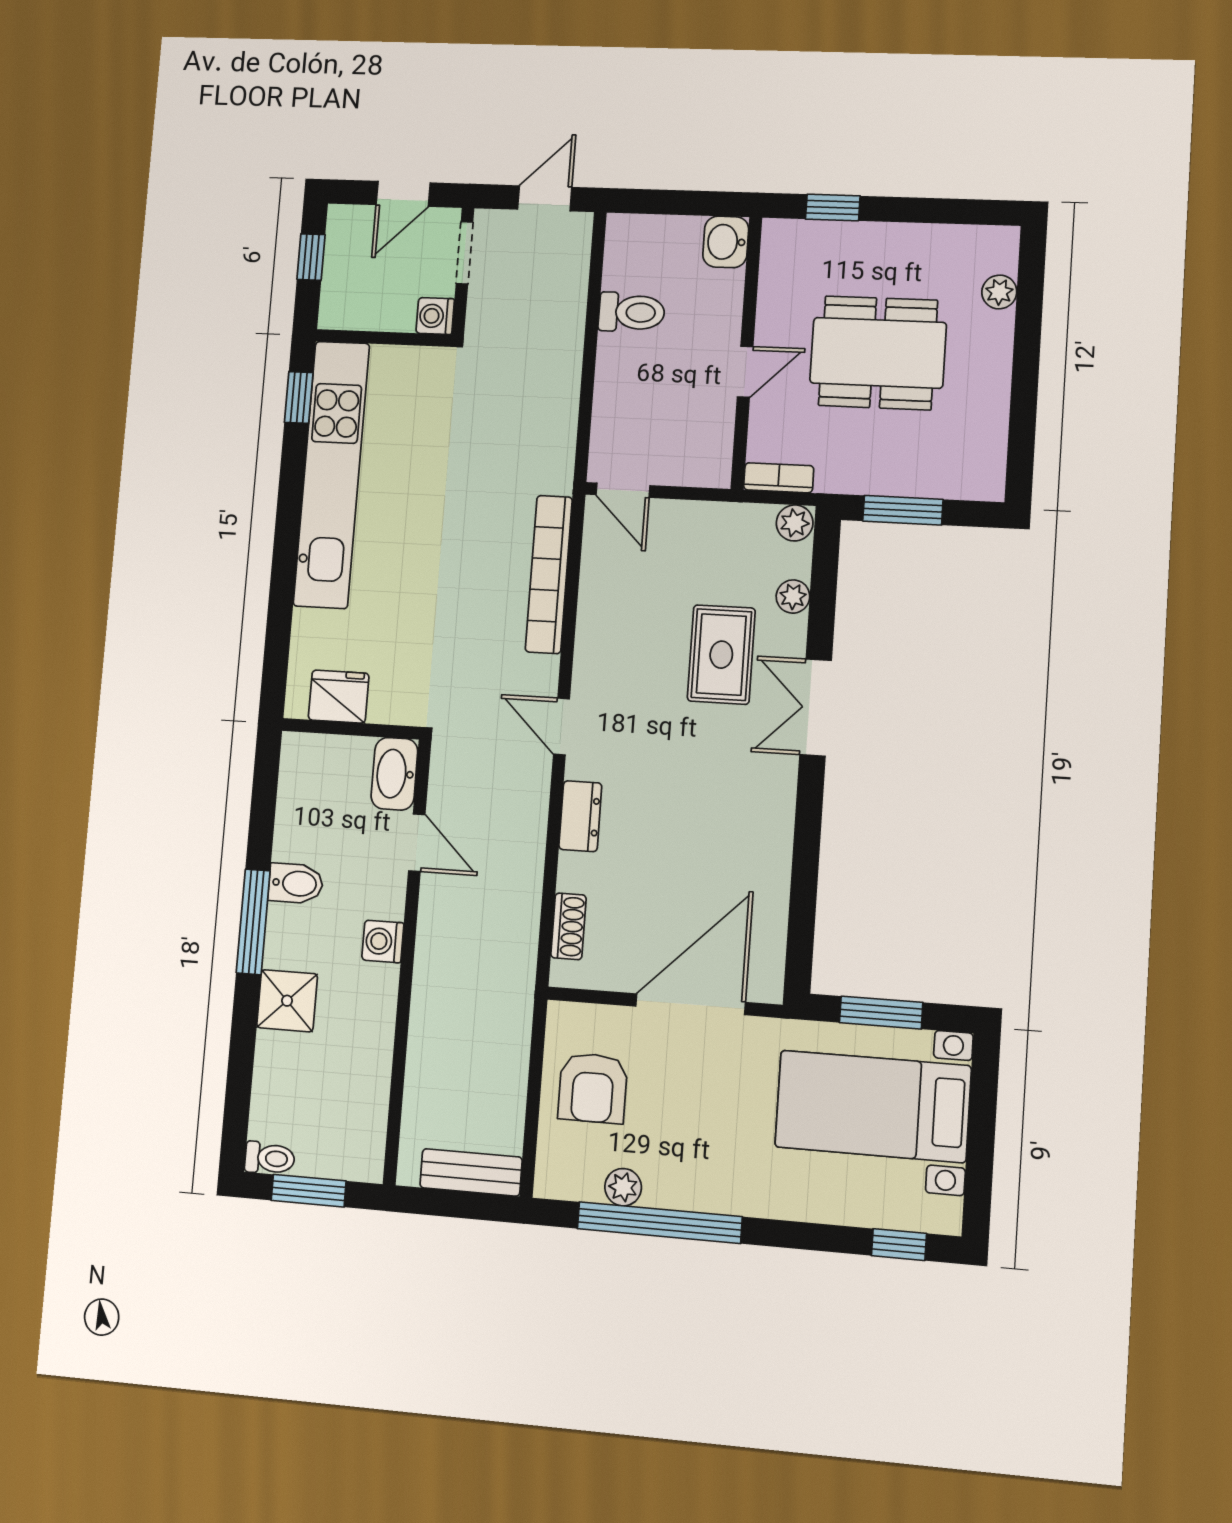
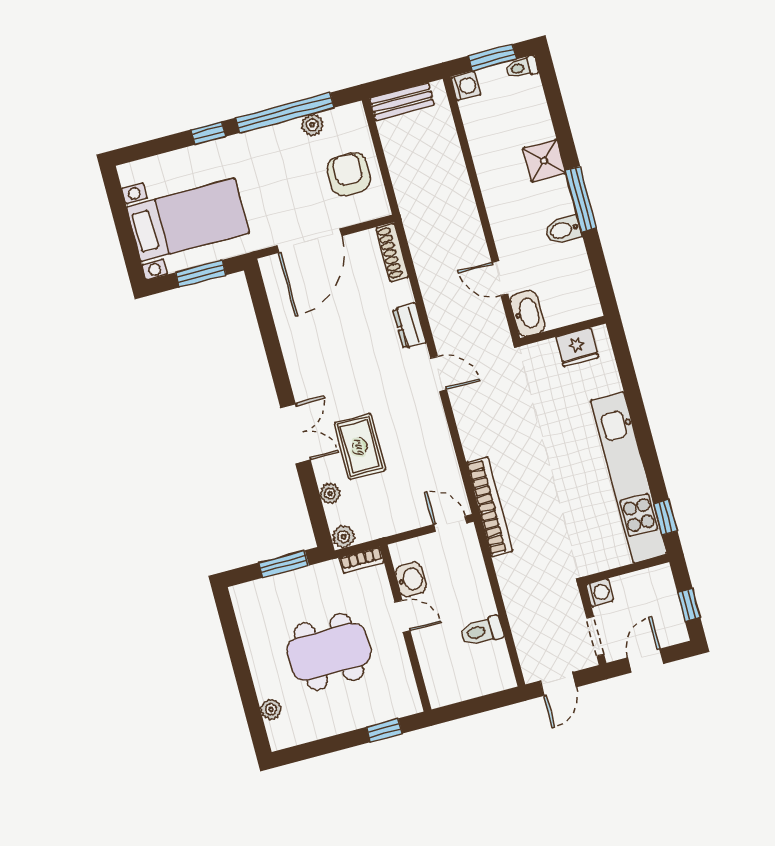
washbasin: (726, 242) -> (411, 579), moved
door: (745, 372) -> (403, 617), swing flipped
bookcase: (549, 574) -> (489, 507), moved
shoe rack: (568, 926) -> (392, 252), width x1.43
washing machine: (383, 941) -> (466, 86), moved
window: (899, 1245) -> (209, 133), moved

